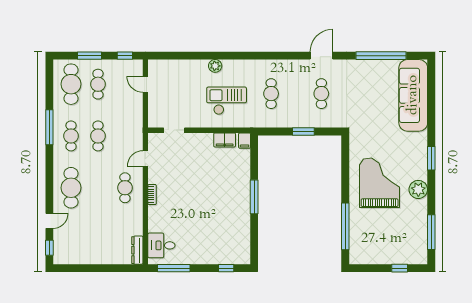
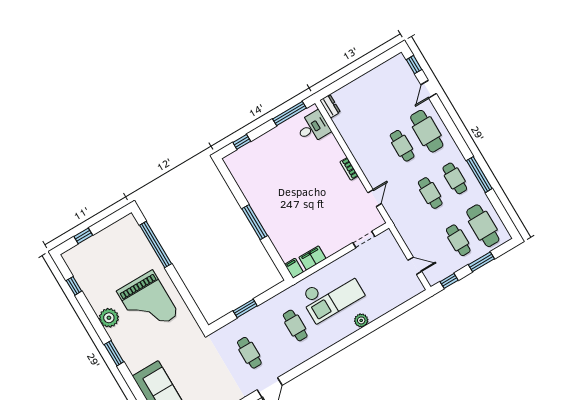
checkout: (227, 101) -> (332, 295), width x1.36, depth x1.21
cafe table: (125, 188) -> (402, 146), moved
window: (431, 232) -> (74, 286), width x0.46
dresser: (137, 250) -> (330, 106), width x0.70

